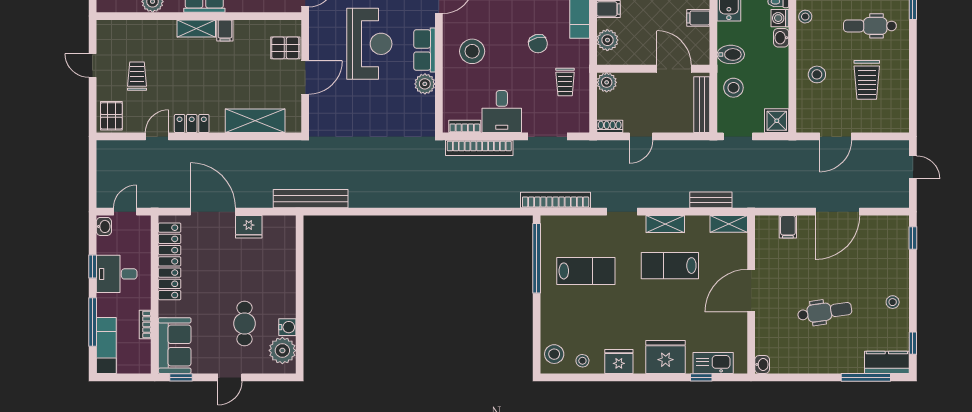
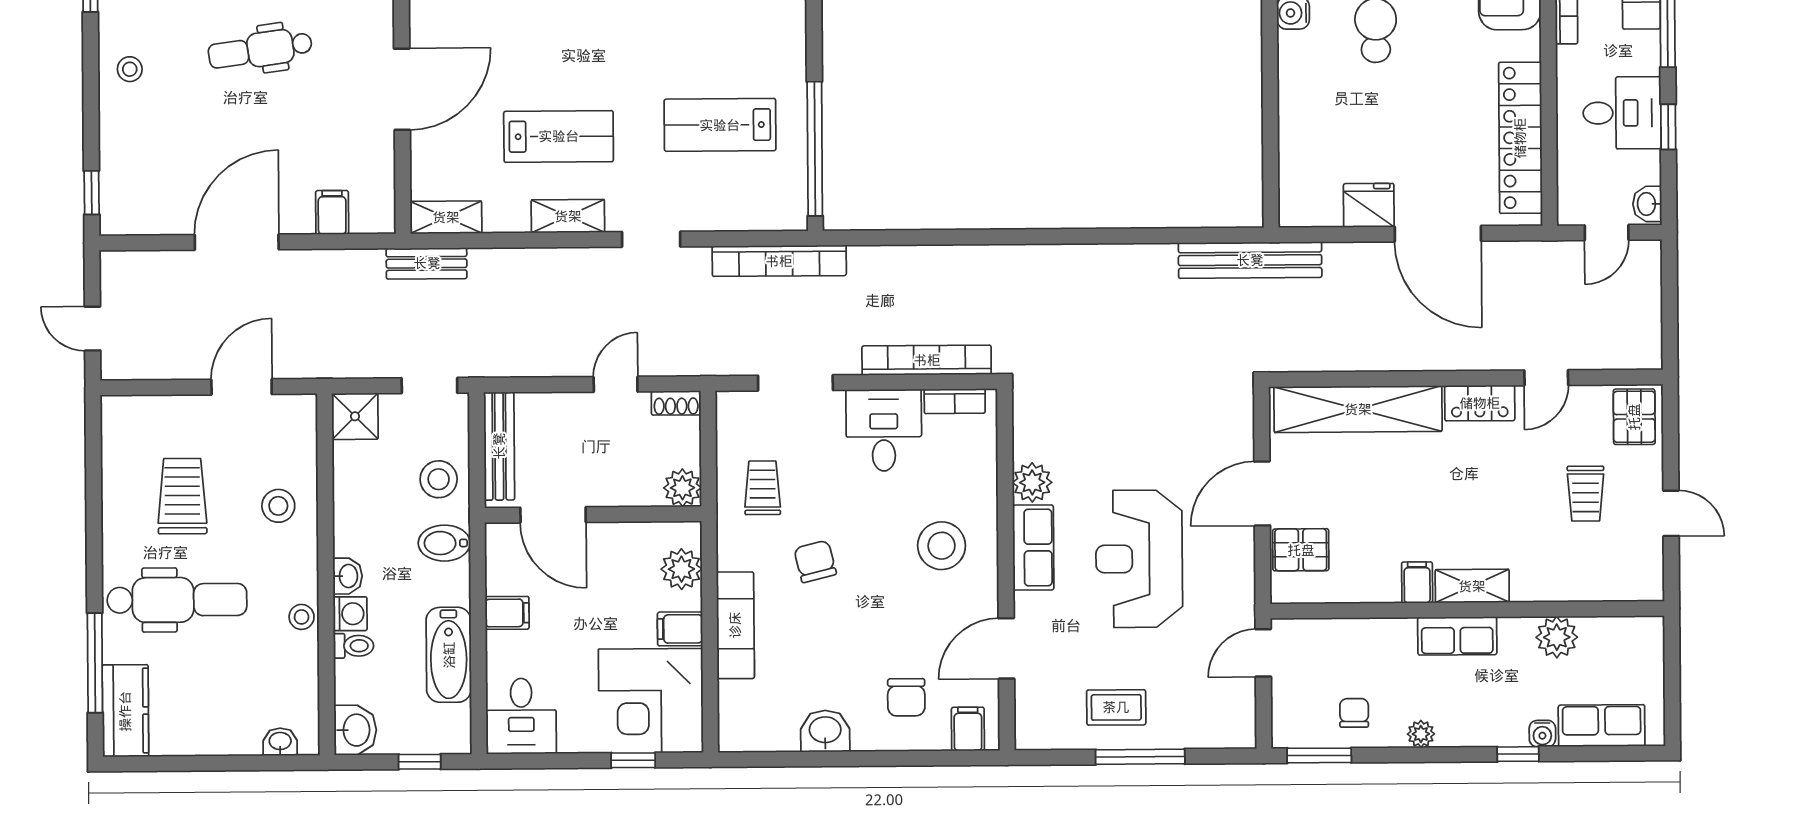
dental chair: (870, 26) -> (177, 600), width x1.36, depth x1.38
shelving: (255, 121) -> (1358, 409), width x1.47
bench: (711, 200) -> (427, 263), moved

